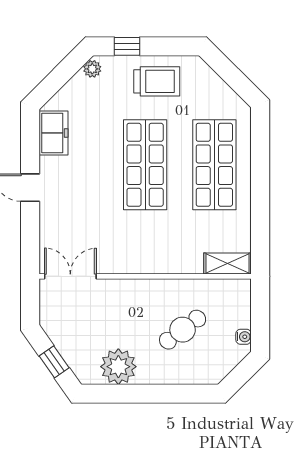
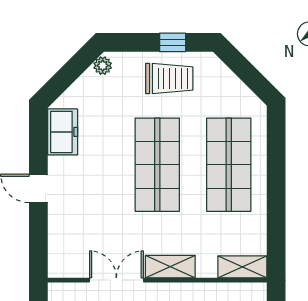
window: (127, 46) -> (173, 42), moved
shelving: (158, 263) -> (170, 267), added
double door: (70, 276) -> (116, 280), moved

